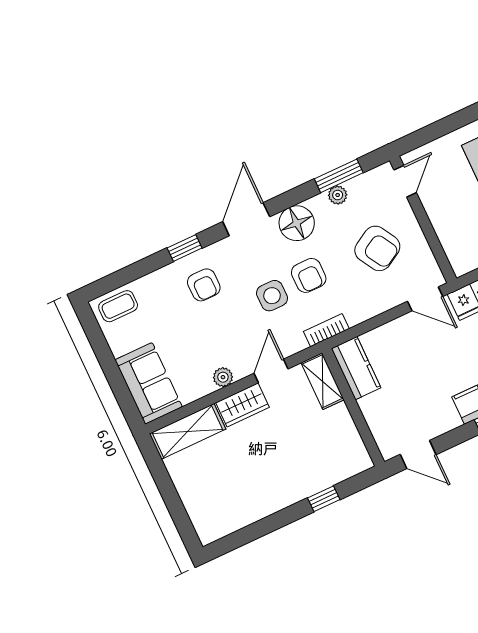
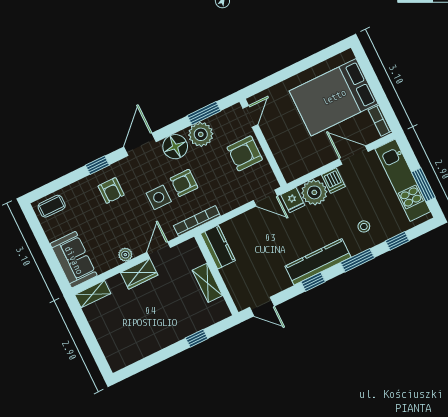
plant: (338, 195) -> (201, 134), width x1.87, depth x1.87
armchair: (377, 248) -> (245, 153), moved, turned 120
armchair: (309, 275) -> (184, 183), turned 90
bookcase: (326, 330) -> (197, 221), width x1.56
shelving: (322, 381) -> (207, 283), moved
shelving: (188, 431) -> (93, 294), width x0.67, depth x0.75

